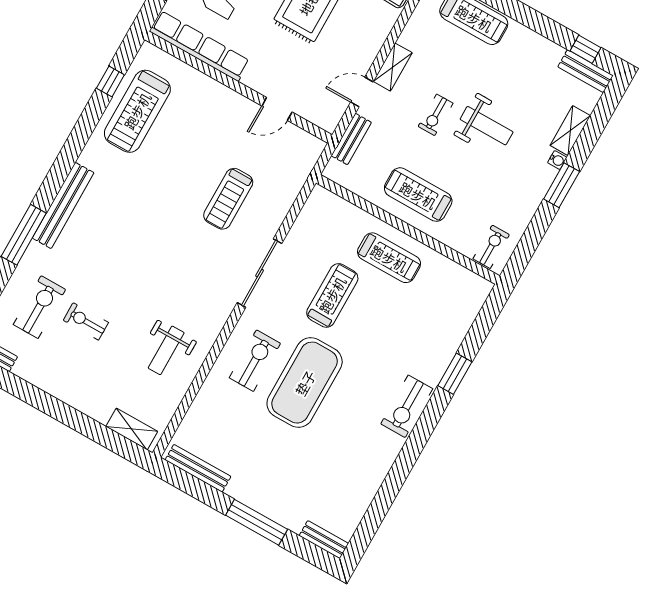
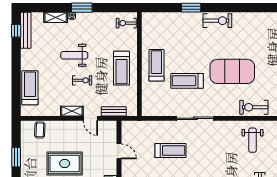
bench: (586, 71) -> (26, 30), width x1.36
weight bench: (487, 126) -> (74, 55), turned -90
weight bench: (166, 350) -> (253, 140), turned 90
exercise bike: (255, 361) -> (254, 107), moved

